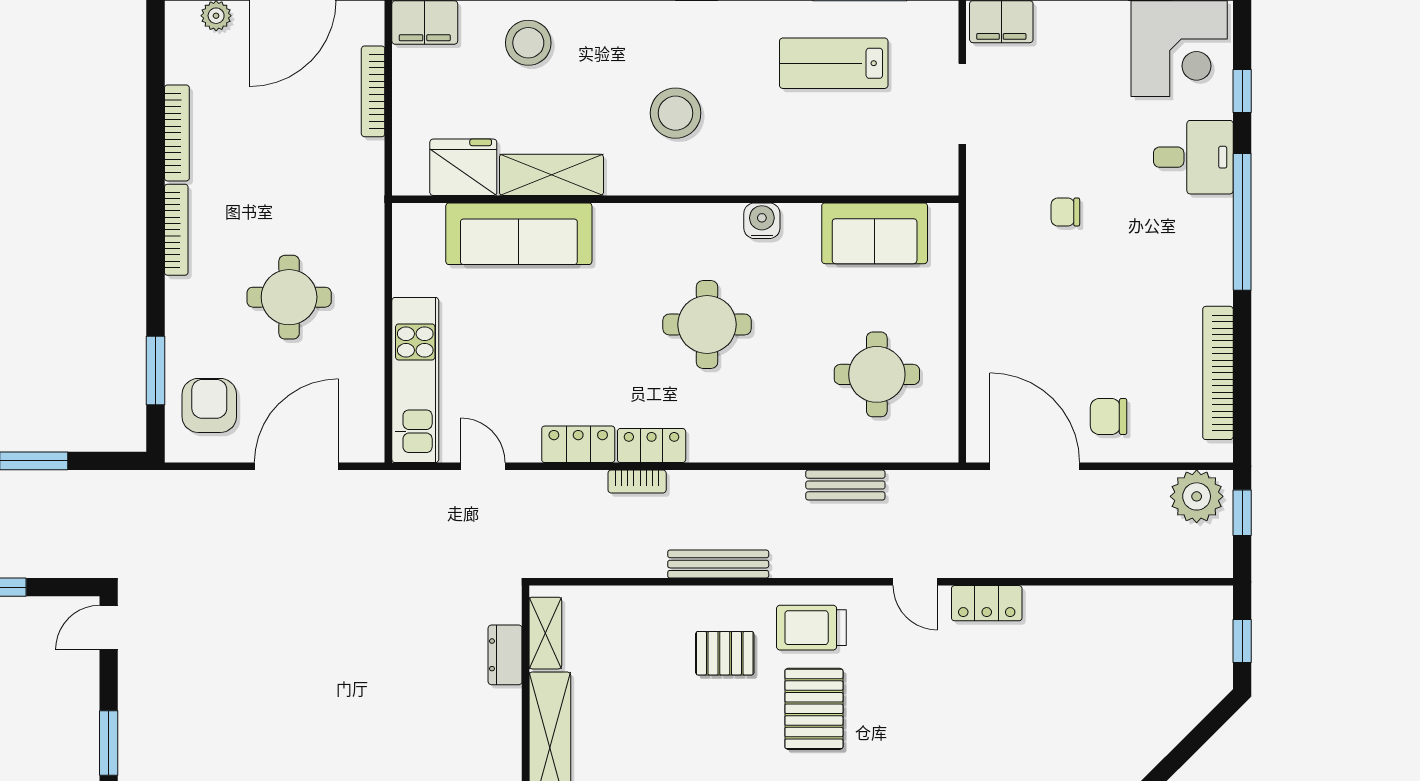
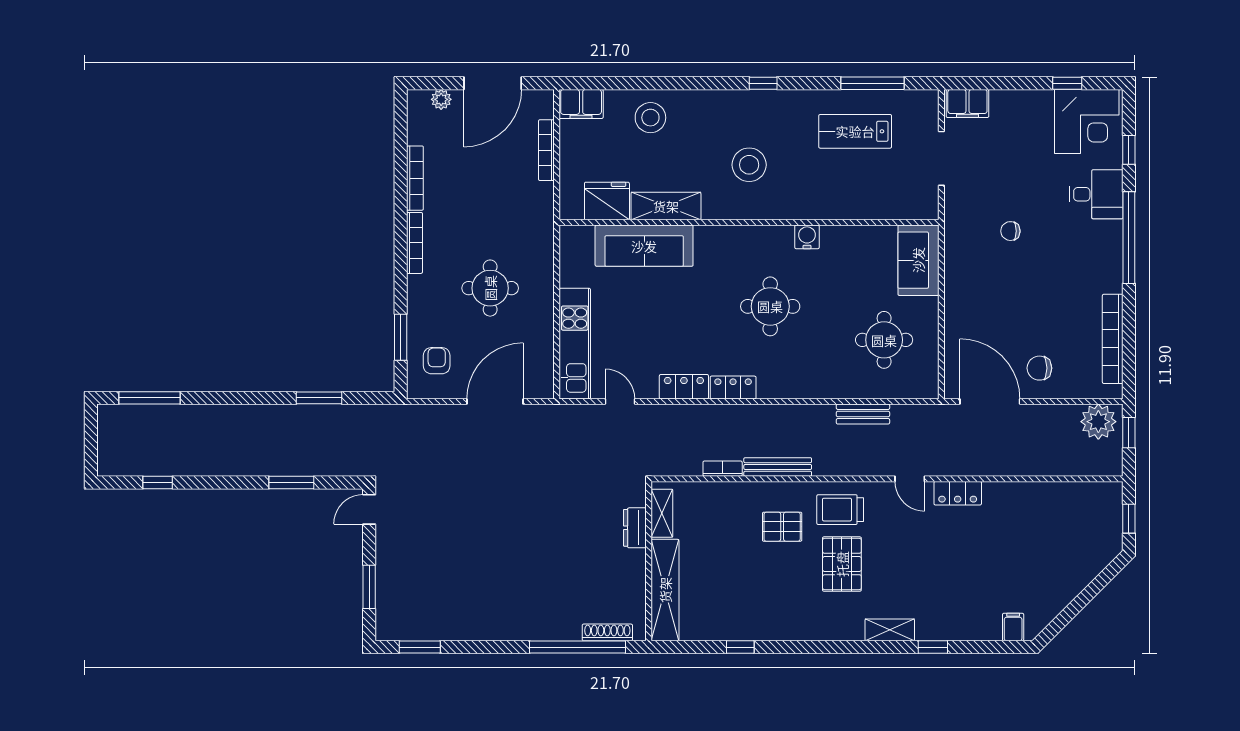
sofa: (875, 233) -> (918, 260), moved, turned 90
armchair: (209, 405) -> (437, 361), width x0.72, depth x0.72
bookcase: (637, 481) -> (723, 469), moved, turned 180

